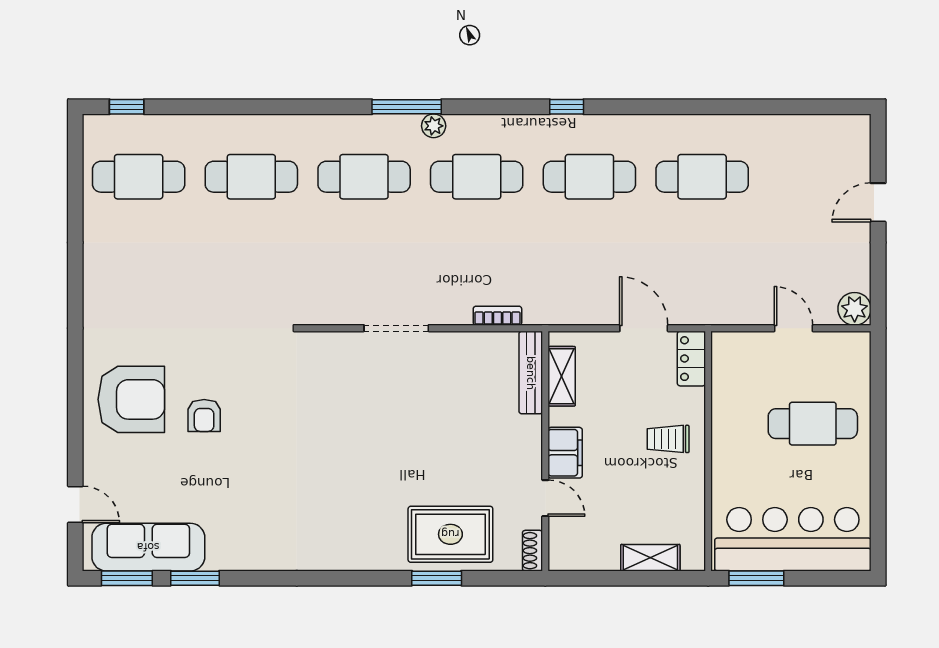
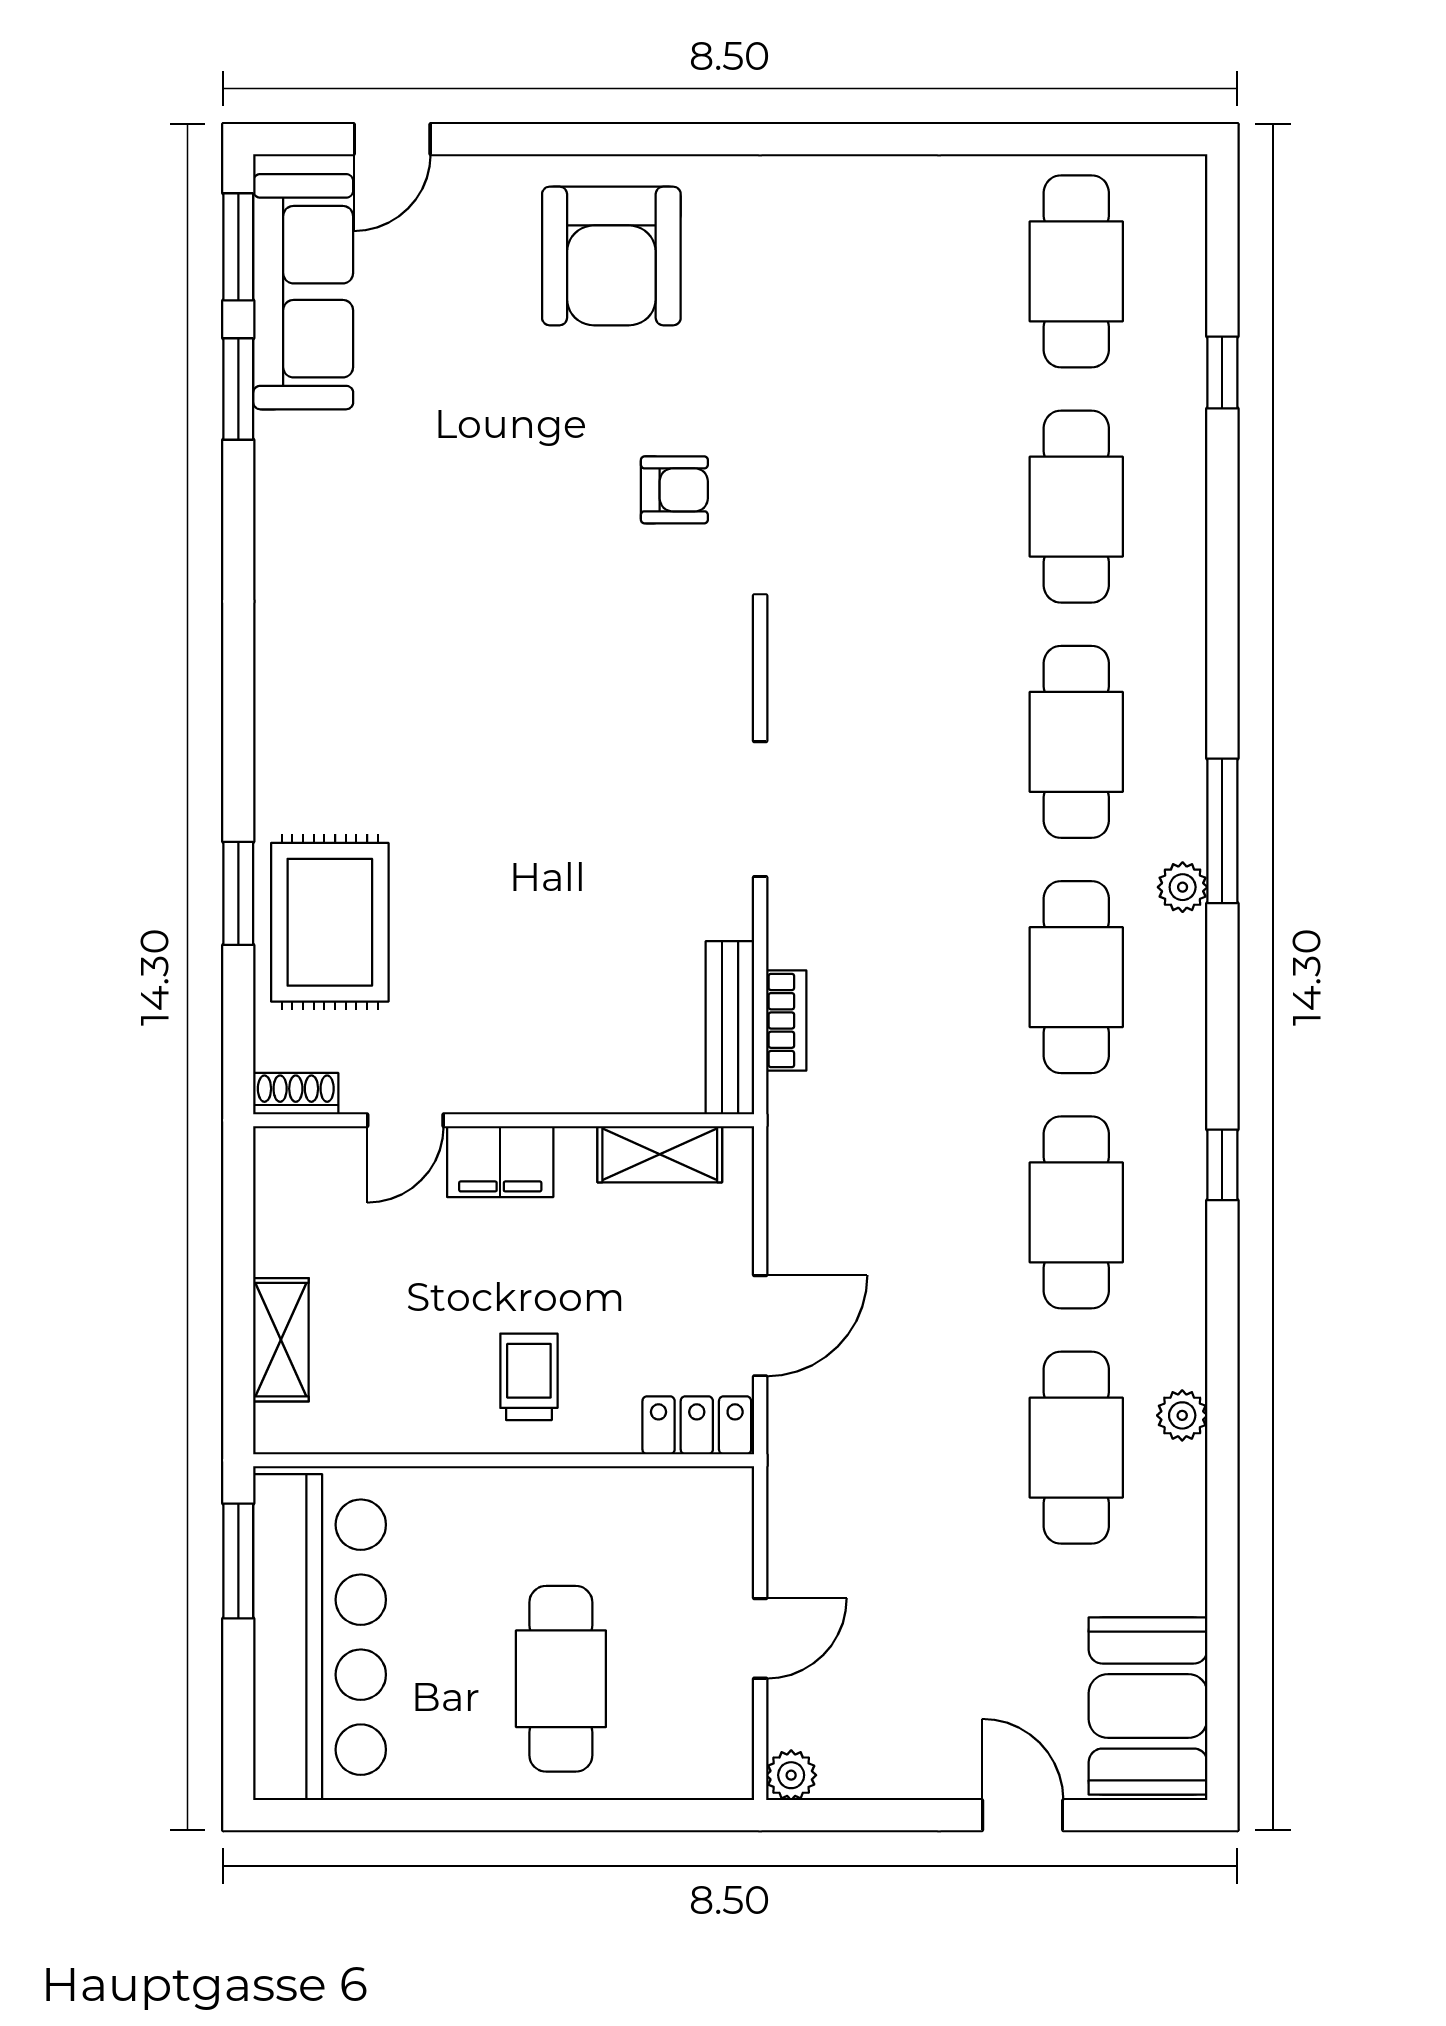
window: (127, 107) -> (1222, 372), moved
plant: (687, 126) -> (1182, 1415), added
booth: (826, 142) -> (1148, 1706), added
plant: (855, 309) -> (791, 1775), width x0.73, depth x0.73
bench: (531, 373) -> (730, 1028), moved, turned 90
armchair: (204, 415) -> (674, 490), moved, turned 180

